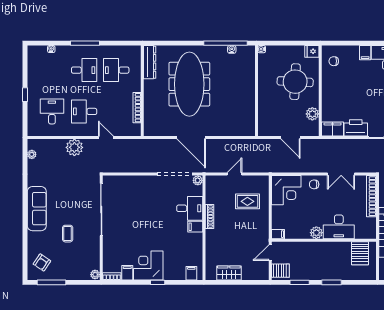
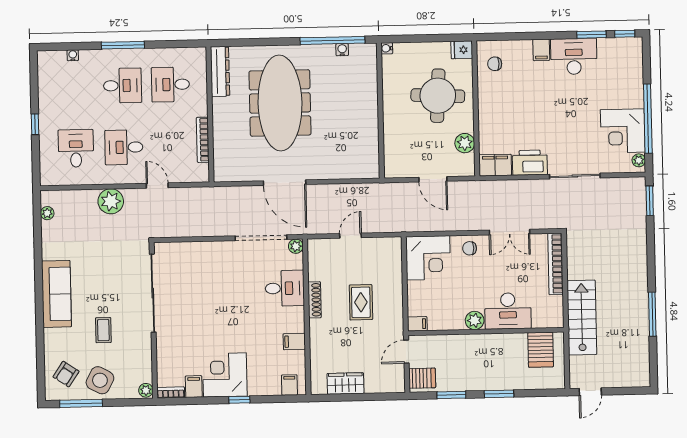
rug: (247, 201) -> (361, 302), moved, turned 90
filing cabinet: (195, 227) -> (294, 342), moved
side table: (65, 267) -> (100, 380), added

